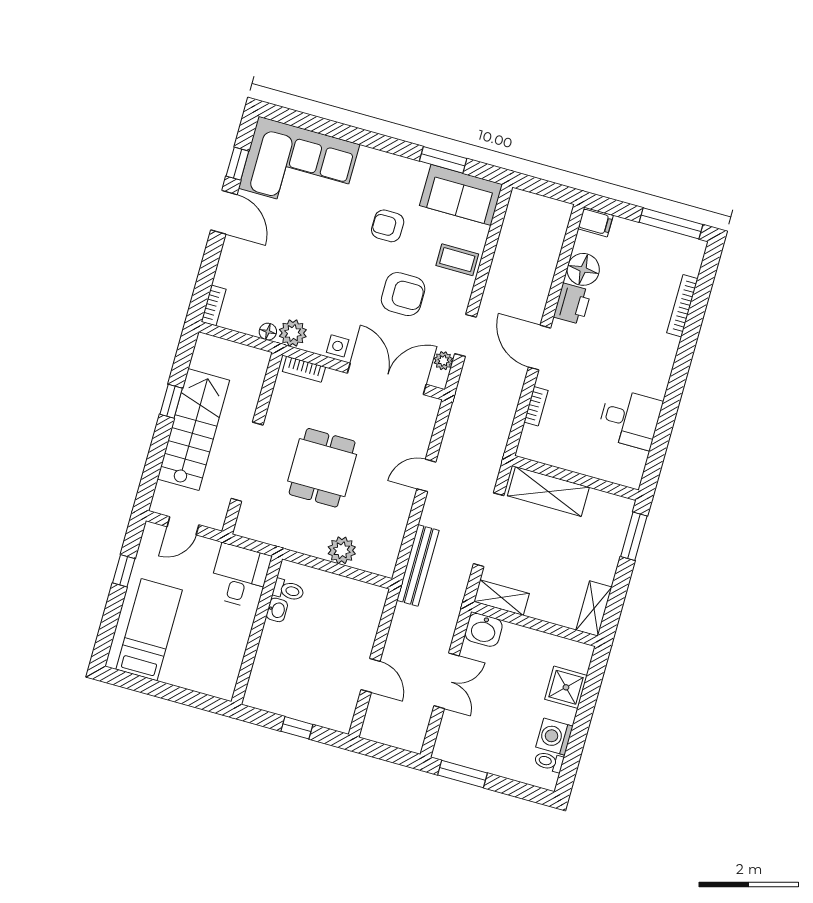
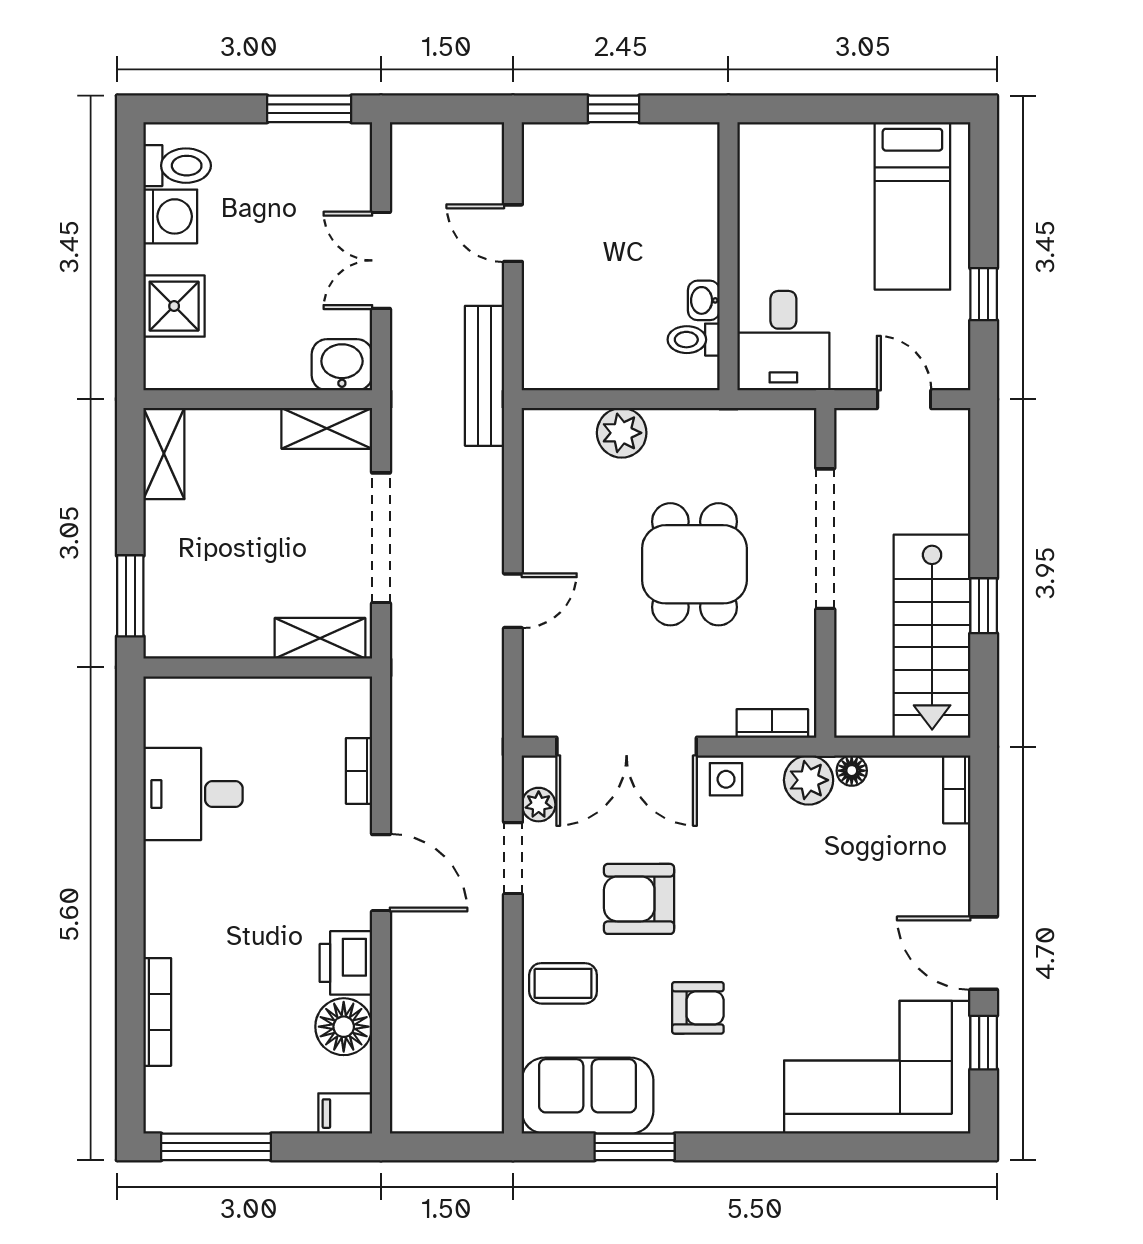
stairs: (193, 430) -> (932, 636), moved
shelving: (548, 491) -> (320, 638), width x0.67, depth x0.75
door: (183, 526) -> (904, 399), hinge flipped
bench: (418, 565) -> (485, 376), moved
toilet: (549, 762) -> (177, 166), width x1.37, depth x1.39

